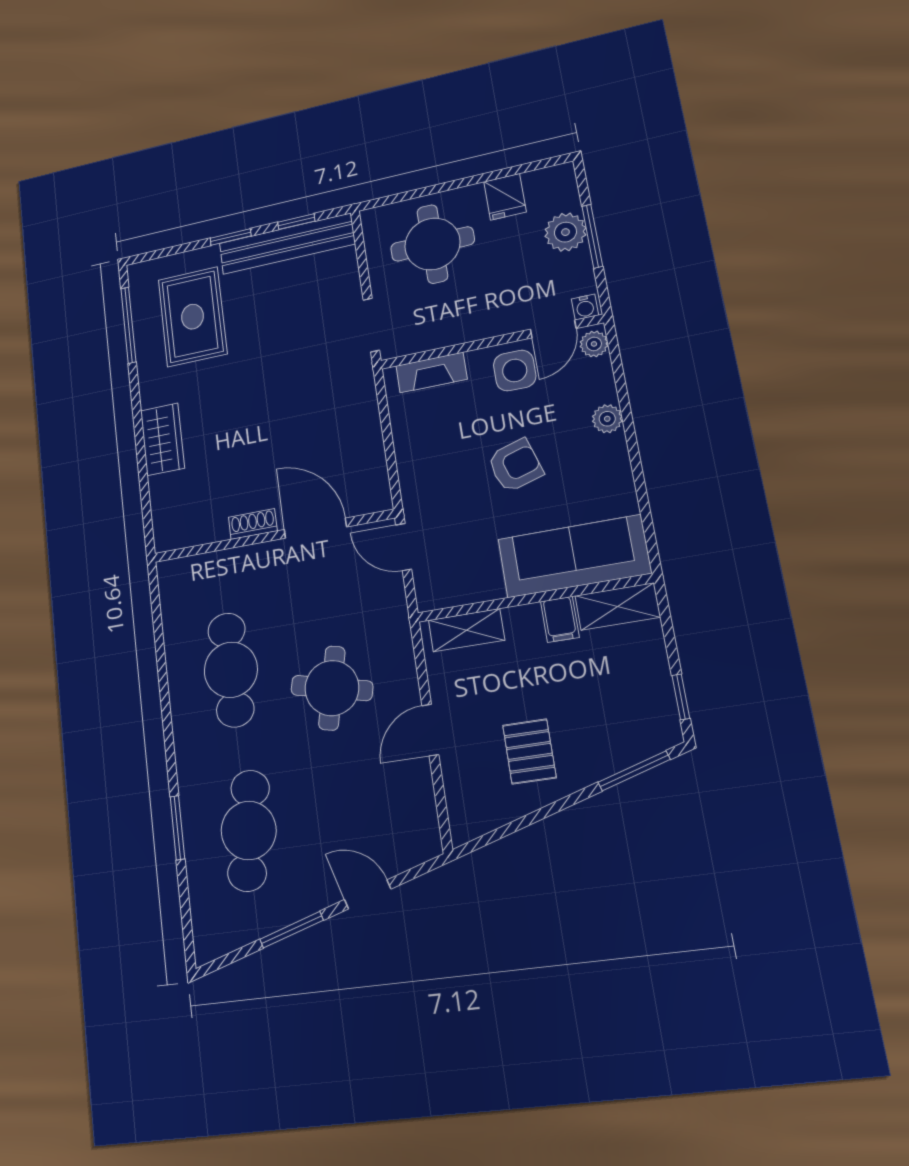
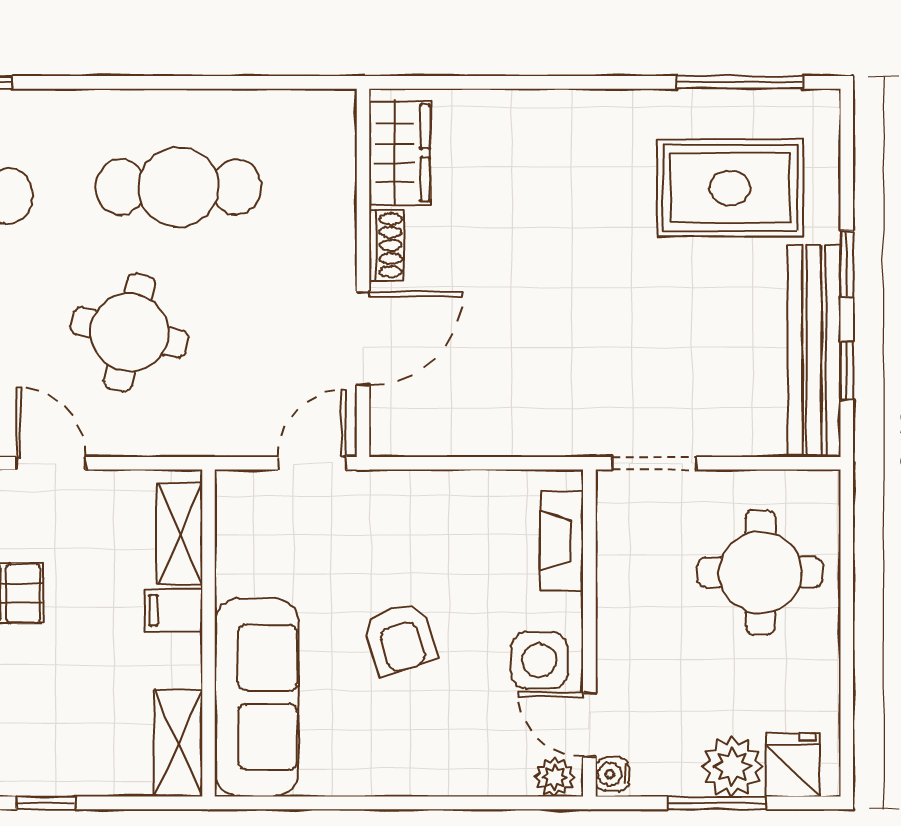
fridge: (505, 197) -> (793, 765), moved, turned 90
plant: (607, 419) -> (442, 776), removed
wardrobe: (162, 439) -> (400, 153), moved, turned -90
filing cabinet: (560, 619) -> (174, 610), moved

